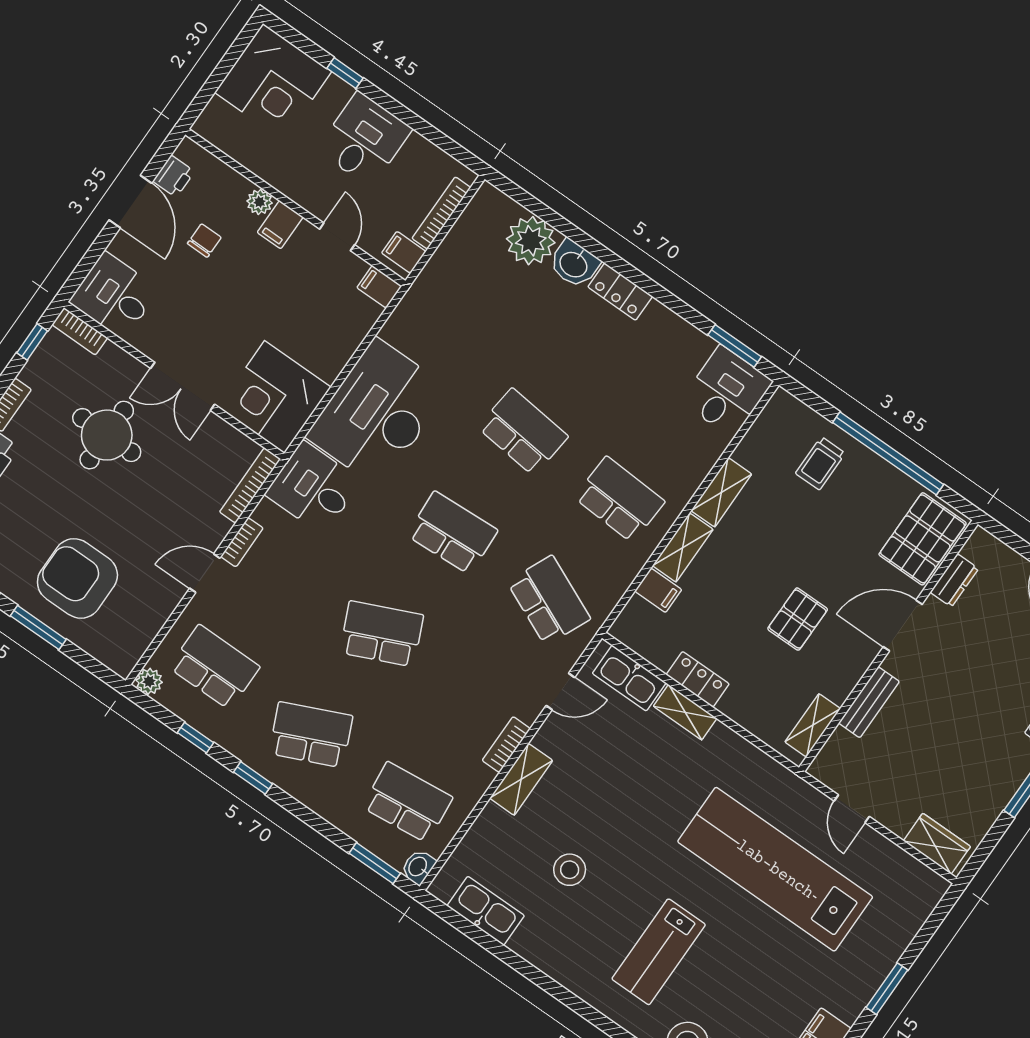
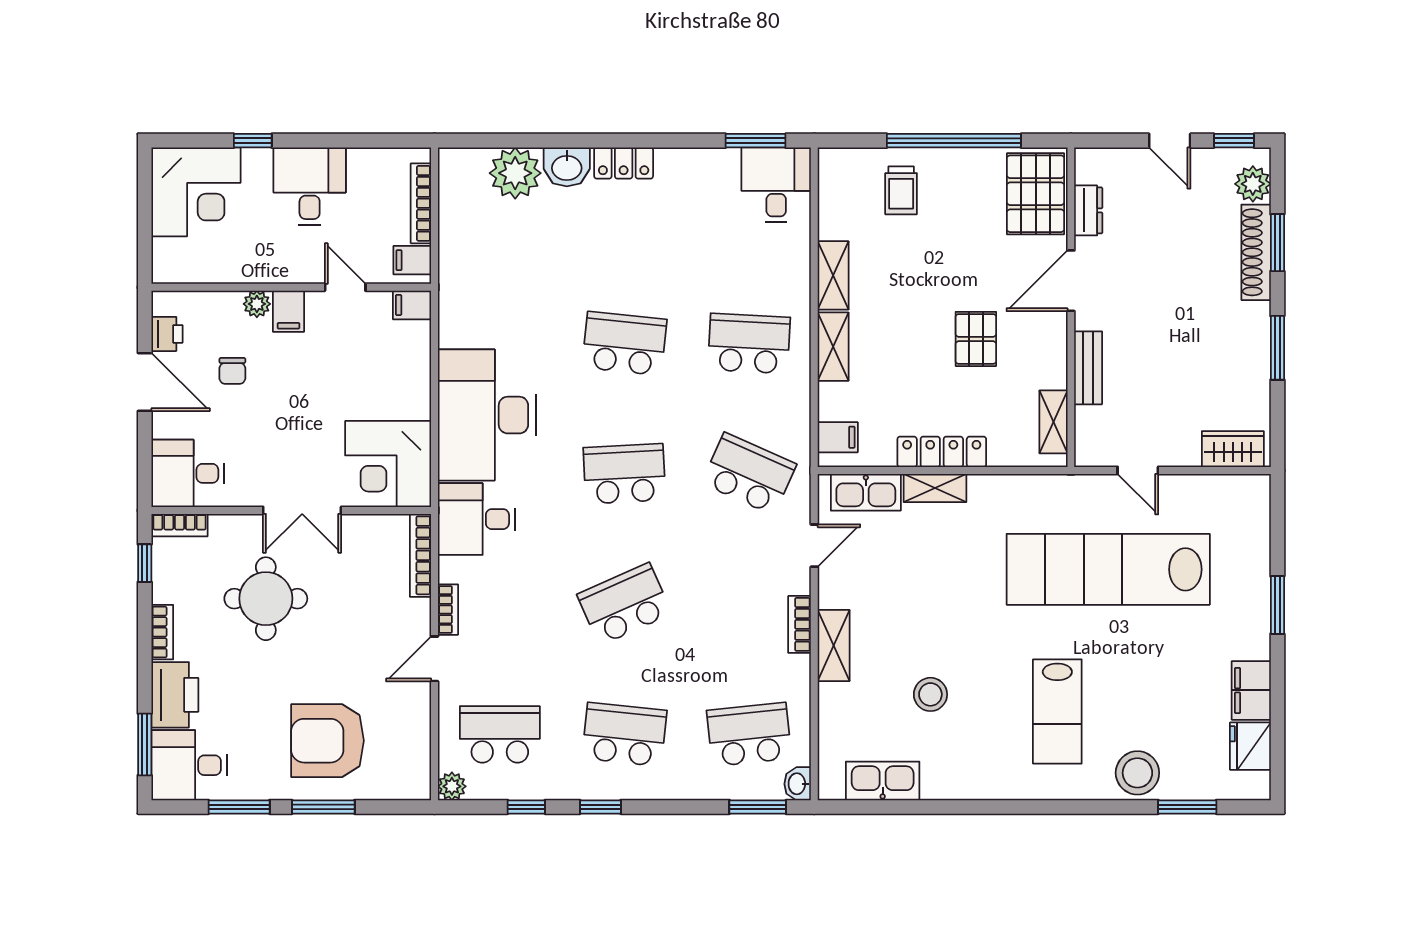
chair: (204, 240) -> (232, 371), turned 180
filing cabinet: (658, 590) -> (838, 437), moved
locker: (698, 679) -> (942, 452), width x1.53
school desk: (311, 735) -> (624, 734), turned 30

